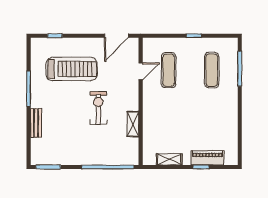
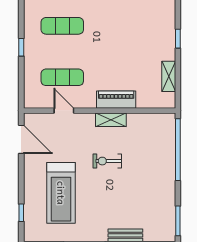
treadmill: (72, 69) -> (61, 193), turned 180
exercise bike: (98, 108) -> (107, 161), width x0.73, depth x0.72
shelving: (133, 124) -> (111, 120), moved
piano: (207, 158) -> (116, 100), moved, turned 90

